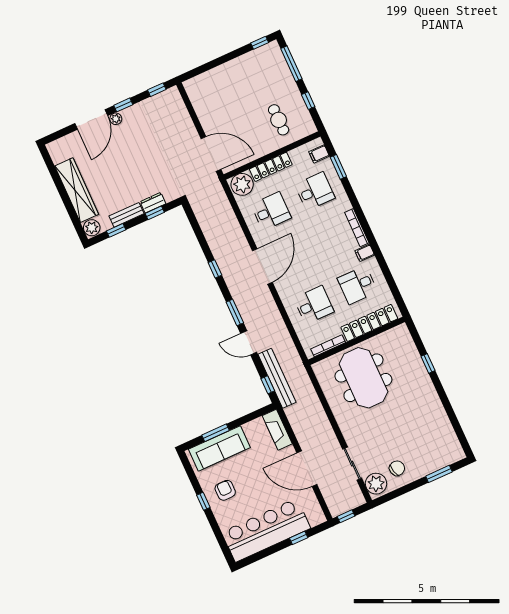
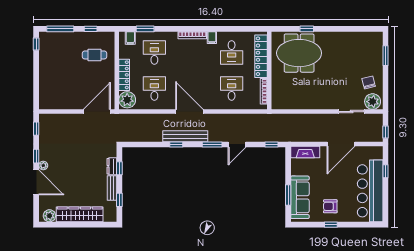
plant: (92, 228) -> (49, 216), moved
bench: (277, 378) -> (185, 136), moved
meeting table: (363, 378) -> (299, 53), moved

